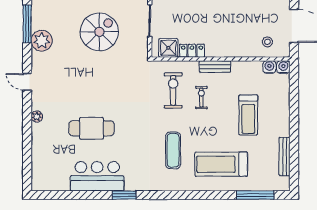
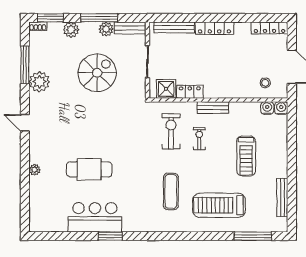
plant: (37, 117) -> (35, 170), moved
window: (124, 195) -> (110, 236), moved

